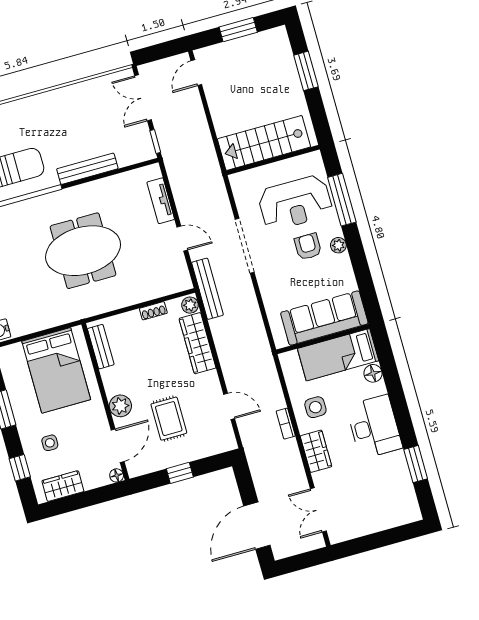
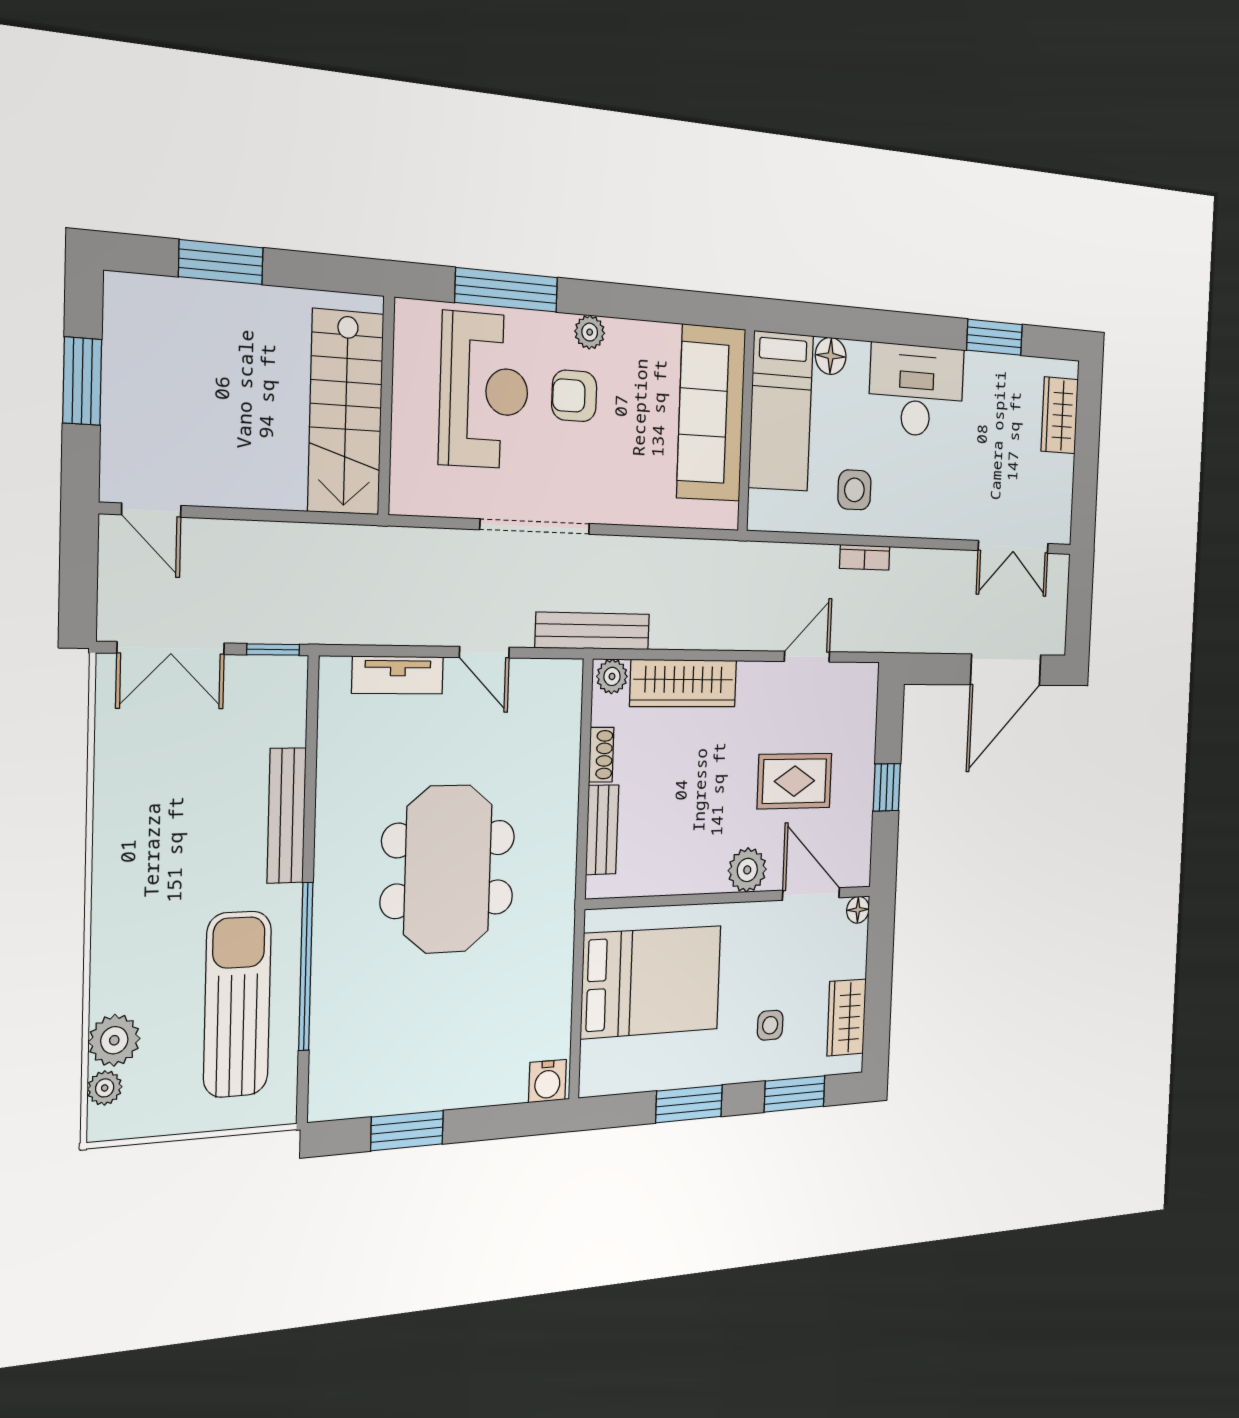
door: (182, 239) -> (484, 652), swing flipped
bench: (101, 347) -> (602, 830), moved, turned 90
wardrobe: (316, 451) -> (1060, 415), moved, turned -90
window: (20, 468) -> (795, 1094), width x1.50
door: (257, 526) -> (1006, 670), hinge flipped

